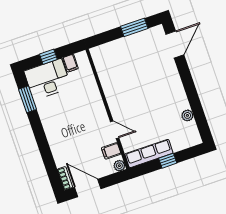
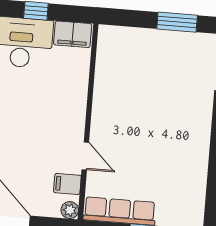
filing cabinet: (70, 63) -> (73, 34), width x2.00
plant: (187, 115) -> (198, 181), removed

